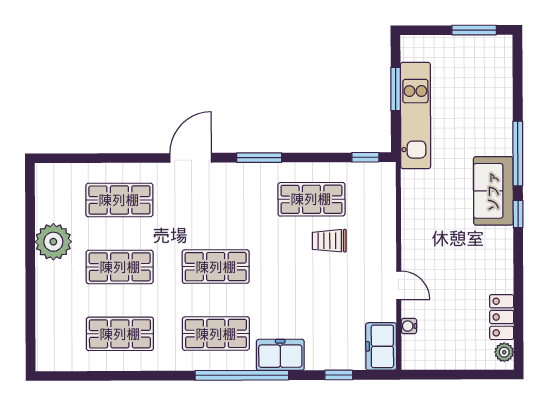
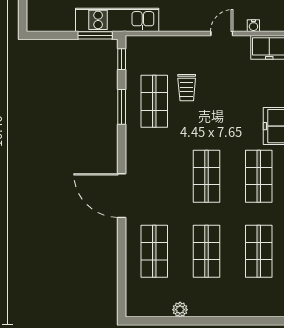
window: (396, 89) -> (95, 35), moved
kitchen unit: (415, 116) -> (117, 20), moved
door: (191, 158) -> (122, 196), width x1.36
window: (259, 158) -> (122, 107), moved
plant: (53, 242) -> (180, 310), width x0.53, depth x0.53

